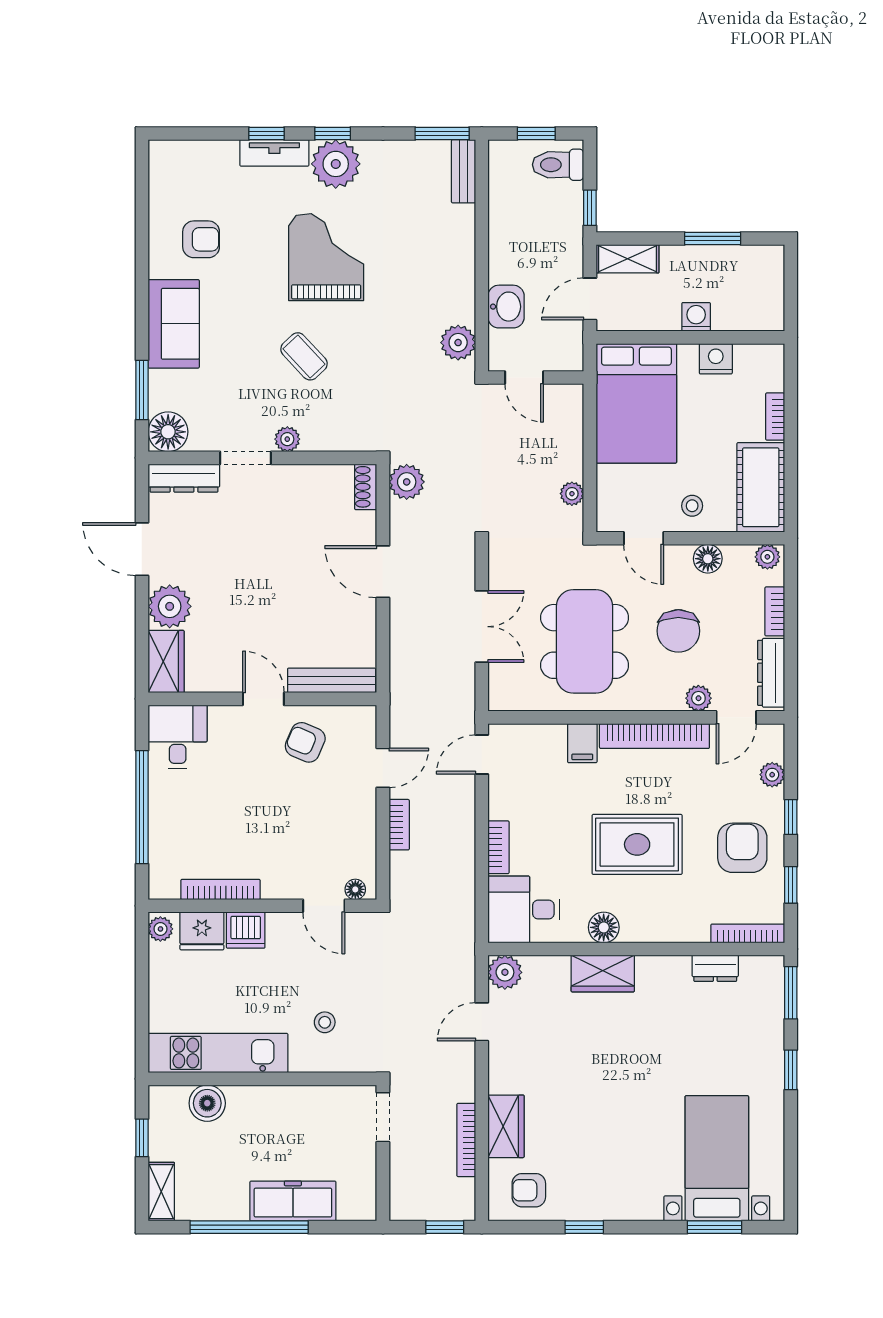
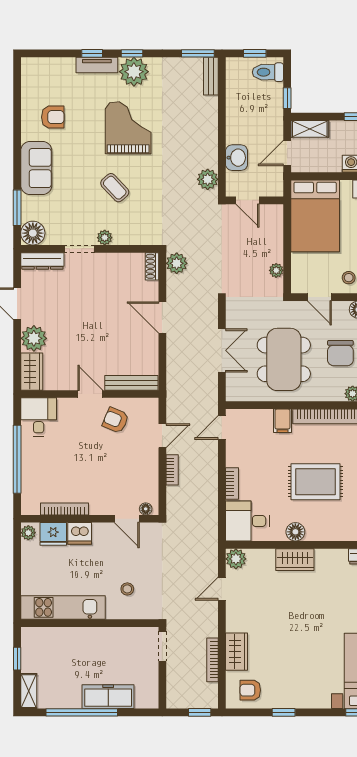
boiler: (207, 1103) -> (56, 638), removed

